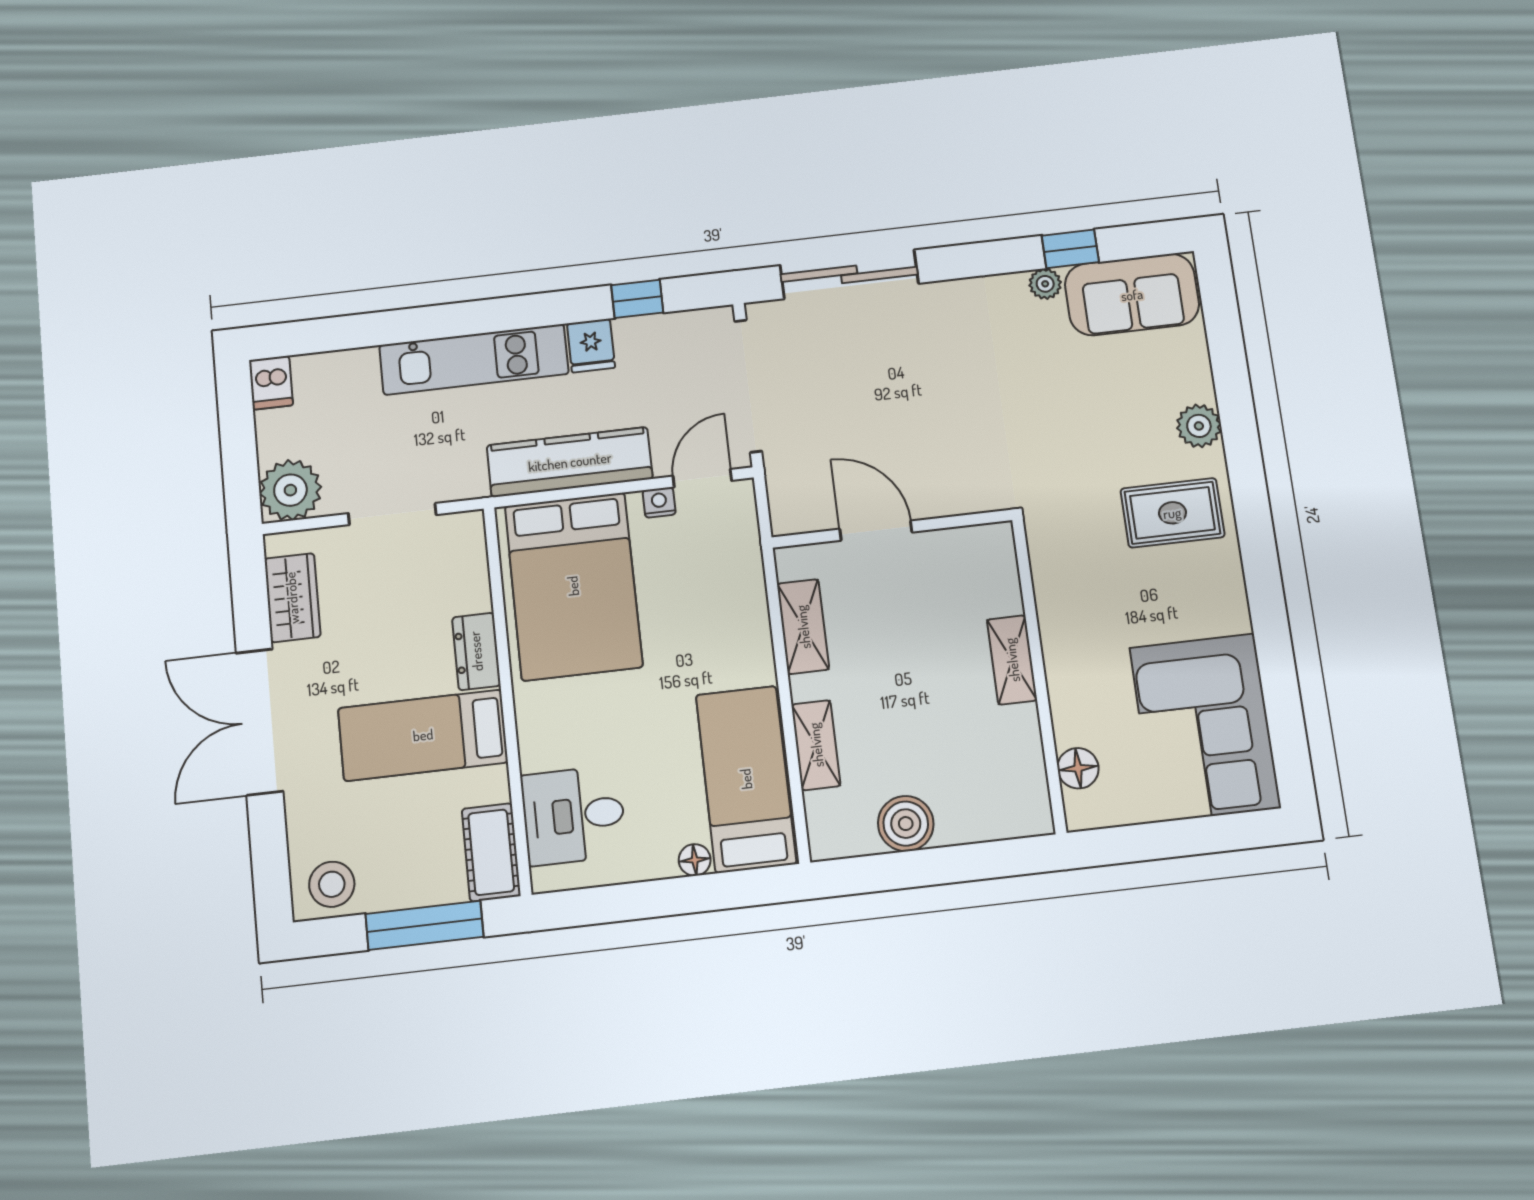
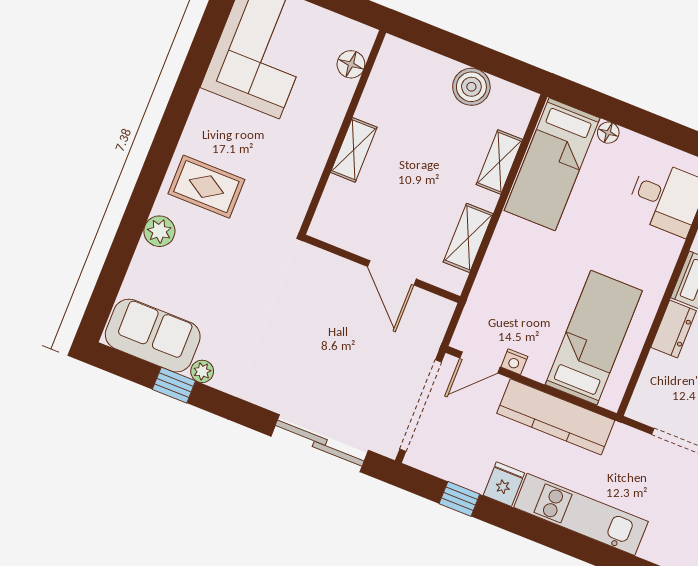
bed: (573, 586) -> (594, 338), width x0.67

